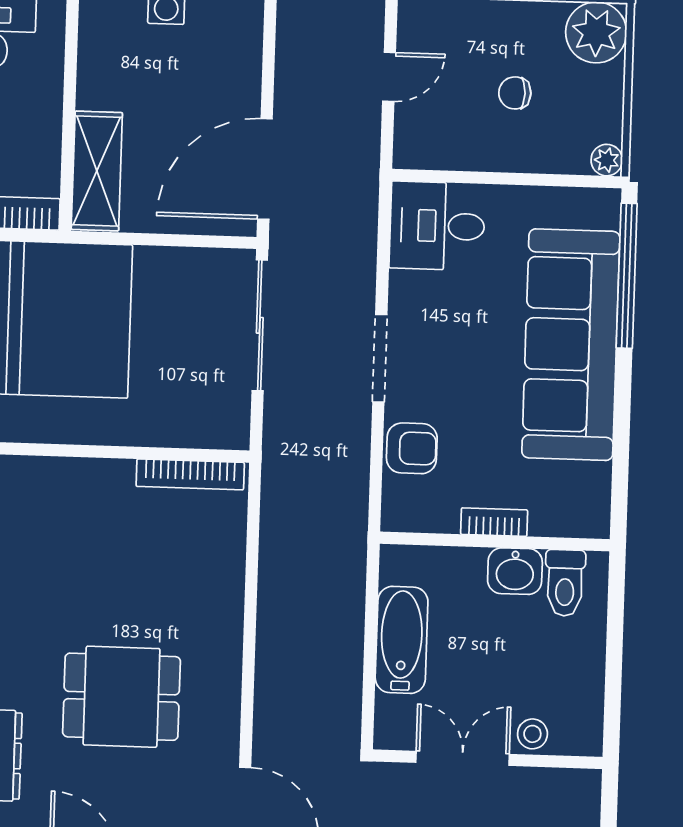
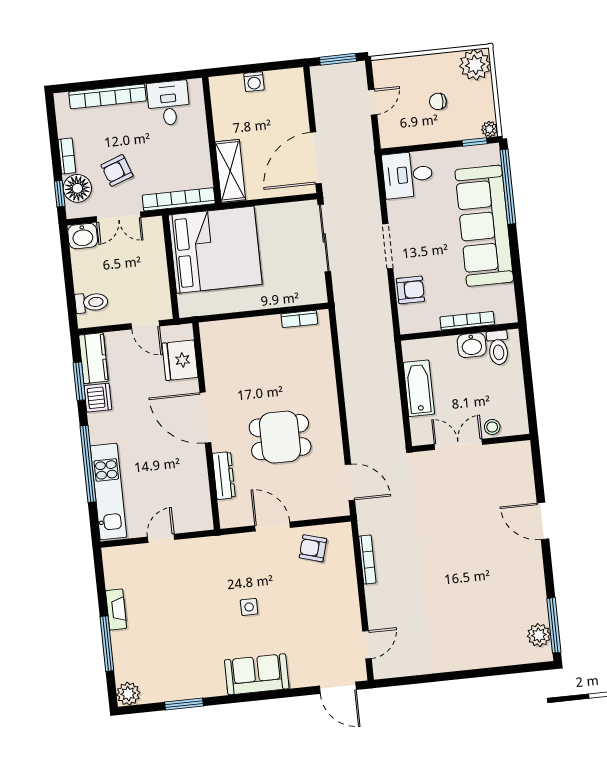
window: (575, 181) -> (475, 142), added
bookcase: (190, 474) -> (299, 319), width x0.64
bookcase: (494, 522) -> (467, 321), width x1.56

